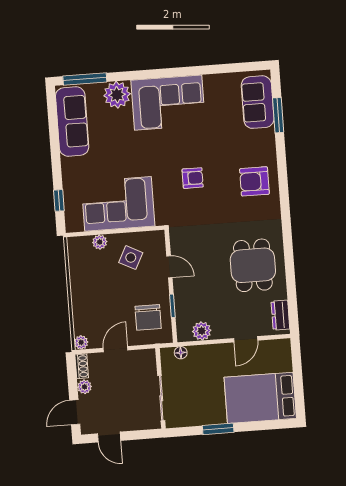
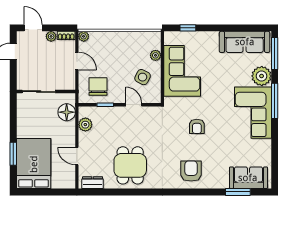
window: (150, 74) -> (275, 101), added
dining table: (253, 265) -> (130, 165), turned 90
door: (169, 267) -> (134, 105), swing flipped
chair: (148, 317) -> (98, 86), turned 90
floor lamp: (181, 353) -> (67, 112), width x1.89, depth x1.89
window: (218, 429) -> (13, 154), moved

